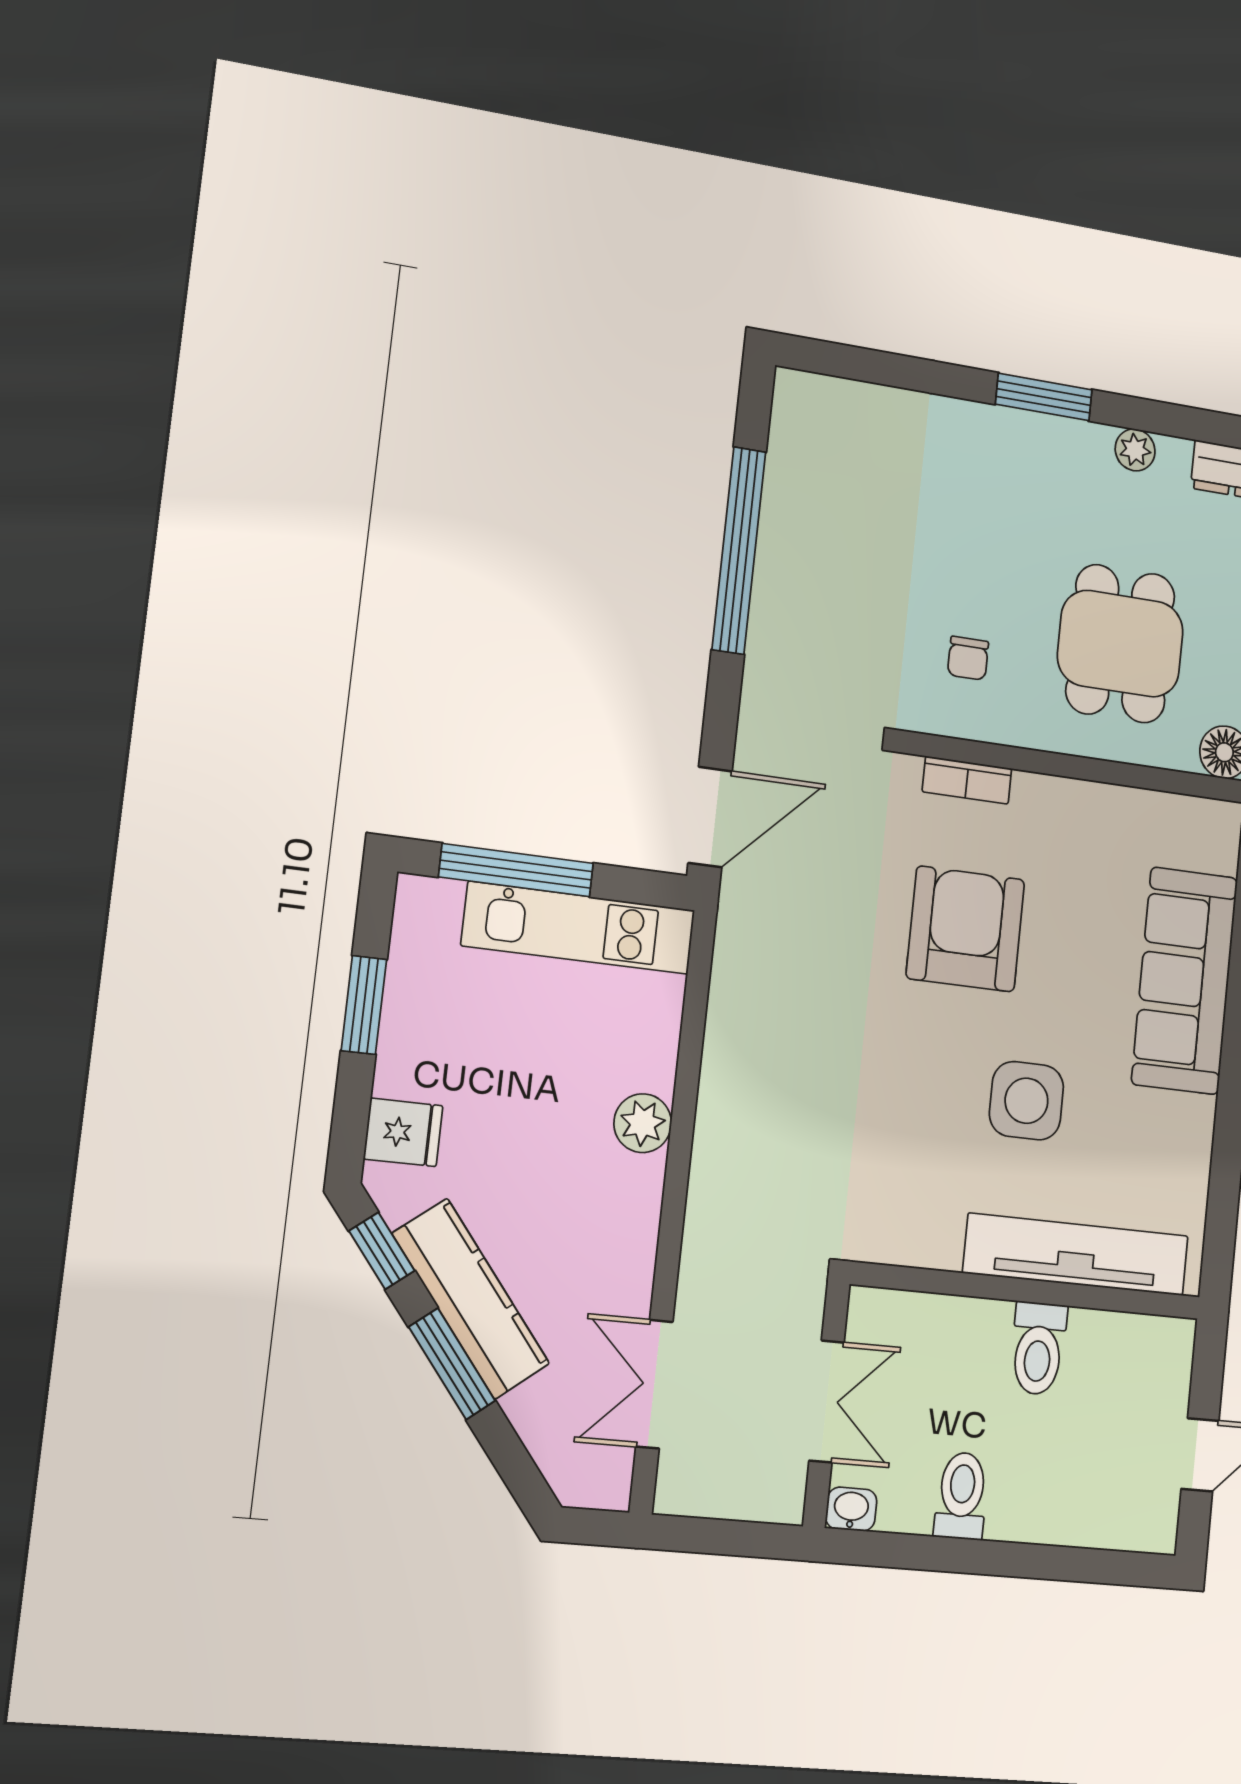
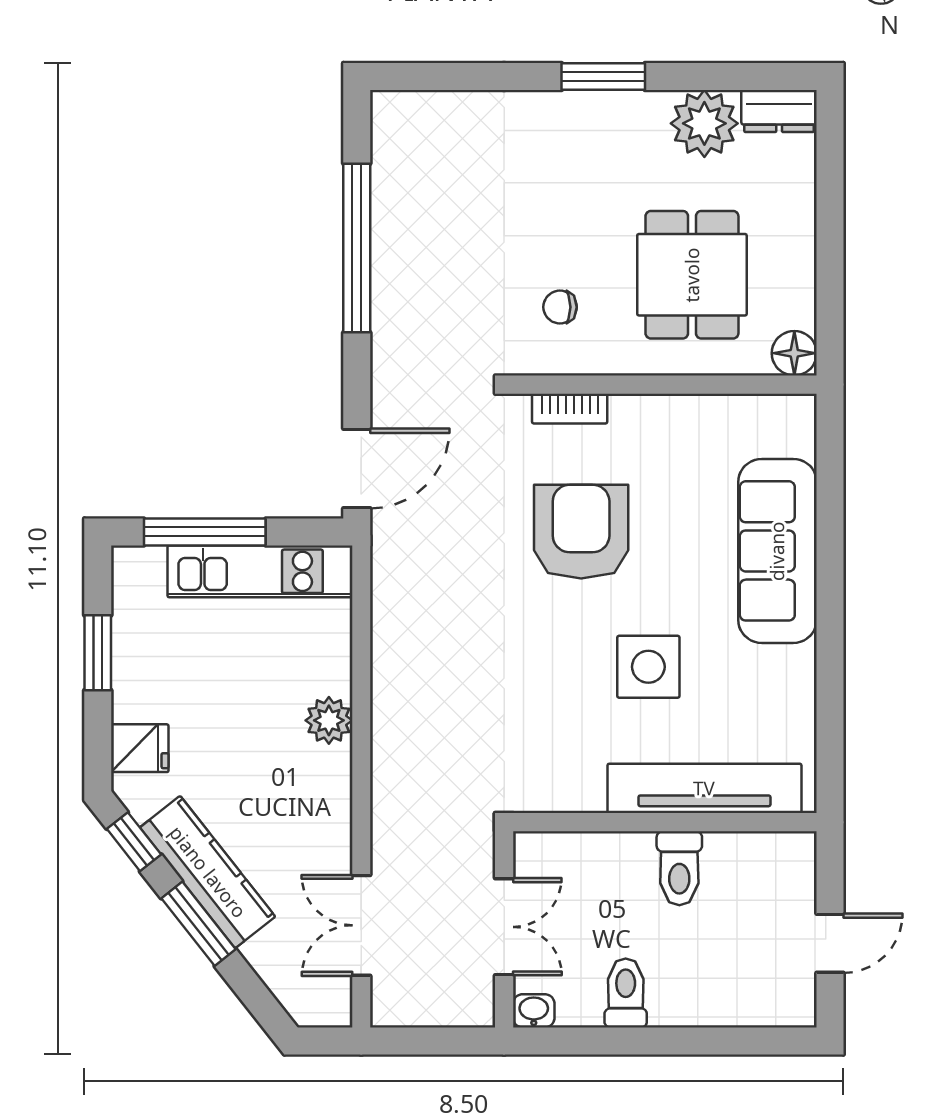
plant: (1135, 450) -> (704, 123), width x1.88, depth x1.88
chair: (968, 658) -> (560, 307), turned 90

